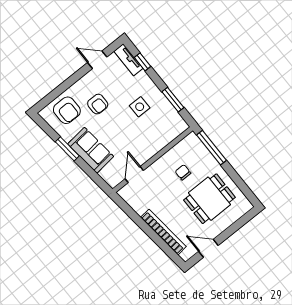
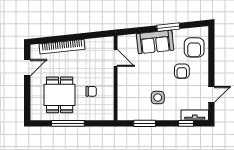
armchair: (98, 104) -> (182, 71), turned -90
armchair: (67, 110) -> (194, 47), turned -90
window: (212, 148) -> (68, 123), moved

